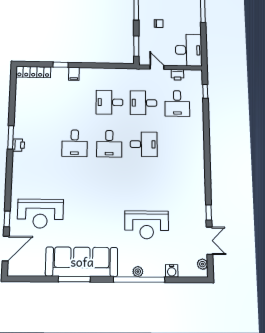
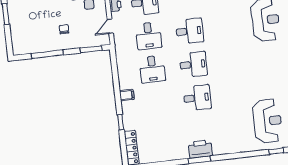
filing cabinet: (74, 74) -> (127, 95), moved
desk: (144, 144) -> (190, 31), turned 90
printer: (19, 145) -> (200, 149), width x1.87, depth x1.48

